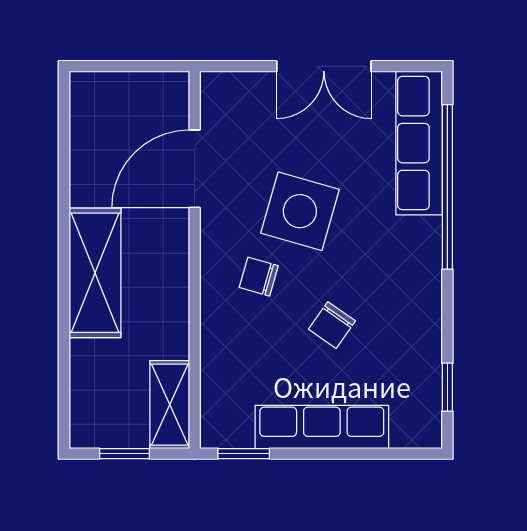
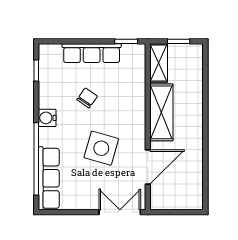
double door: (324, 66) -> (120, 212), moved
shelving: (95, 273) -> (161, 112), moved
chair: (259, 277) -> (119, 119), removed
water cooler: (422, 280) -> (47, 118), added

